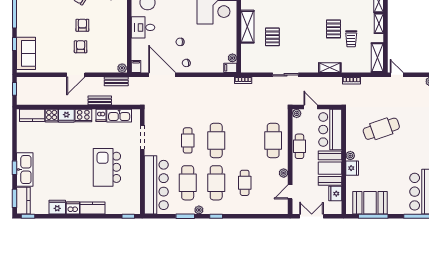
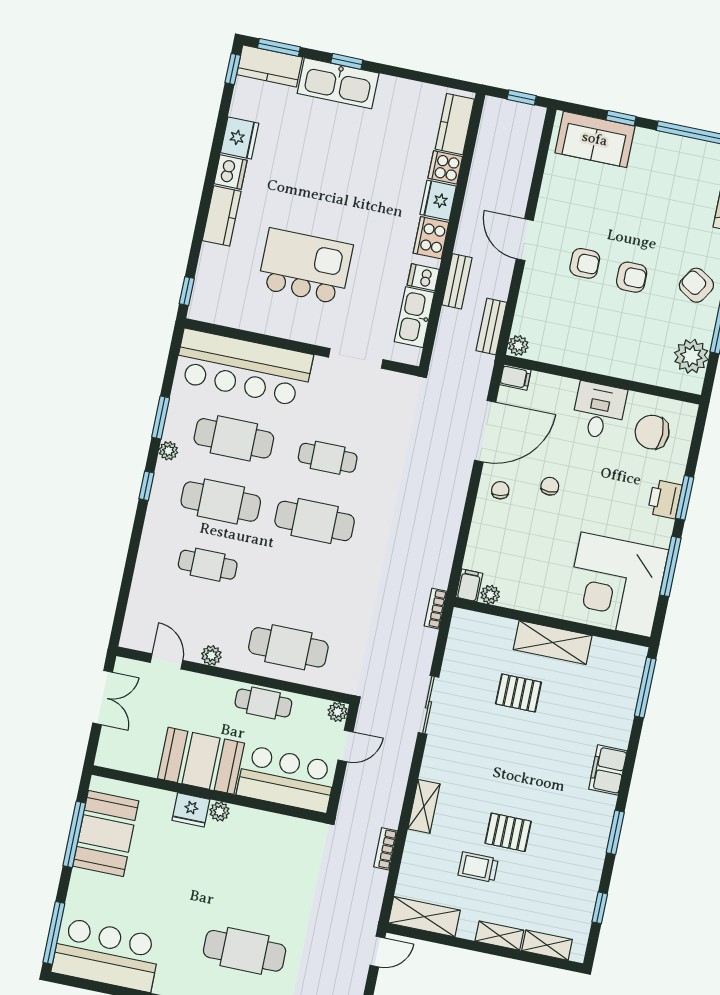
cafe table: (381, 129) -> (245, 951), moved, turned -71
fridge: (335, 194) -> (142, 761), removed

